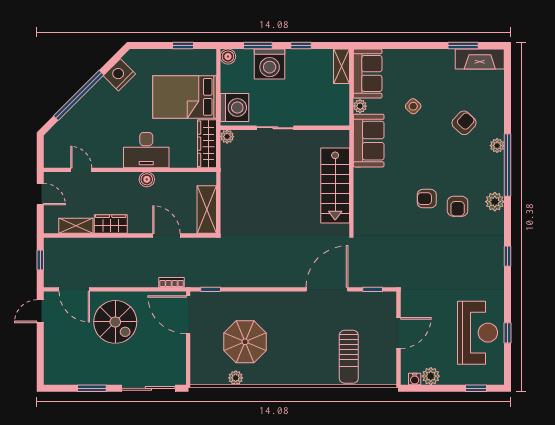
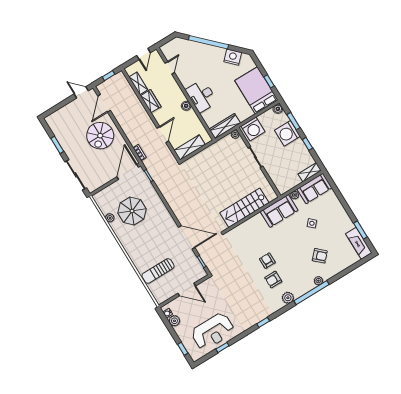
bed: (185, 97) -> (256, 90), moved

